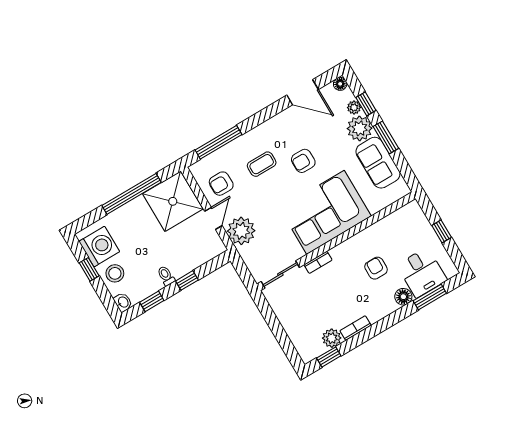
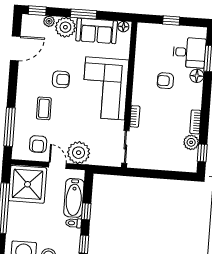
floor lamp: (340, 84) -> (123, 27), moved
window: (366, 104) -> (37, 11), moved
armchair: (303, 161) -> (61, 79), turned -90
bathtub: (192, 258) -> (74, 198), added

